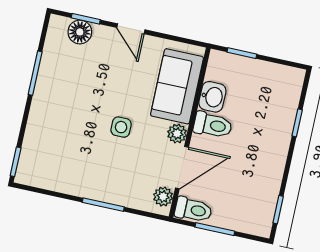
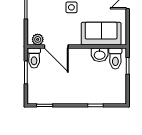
toilet: (213, 125) -> (115, 58), moved
plant: (177, 134) -> (75, 39), removed

